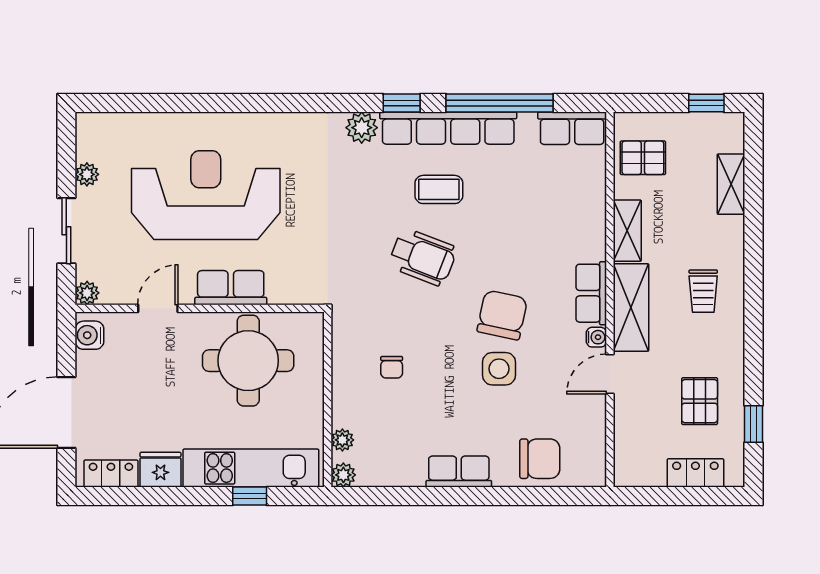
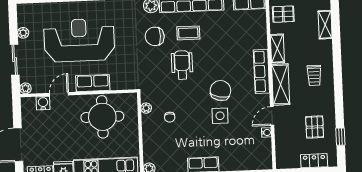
wheelchair: (423, 257) -> (182, 65), turned -111
row of seats: (591, 293) -> (261, 71), width x1.48
water cooler: (89, 335) -> (43, 103), moved, turned 90
water cooler: (596, 337) -> (266, 132), moved
plant: (342, 440) -> (146, 108), moved
chair: (540, 459) -> (155, 36), moved, turned 180

